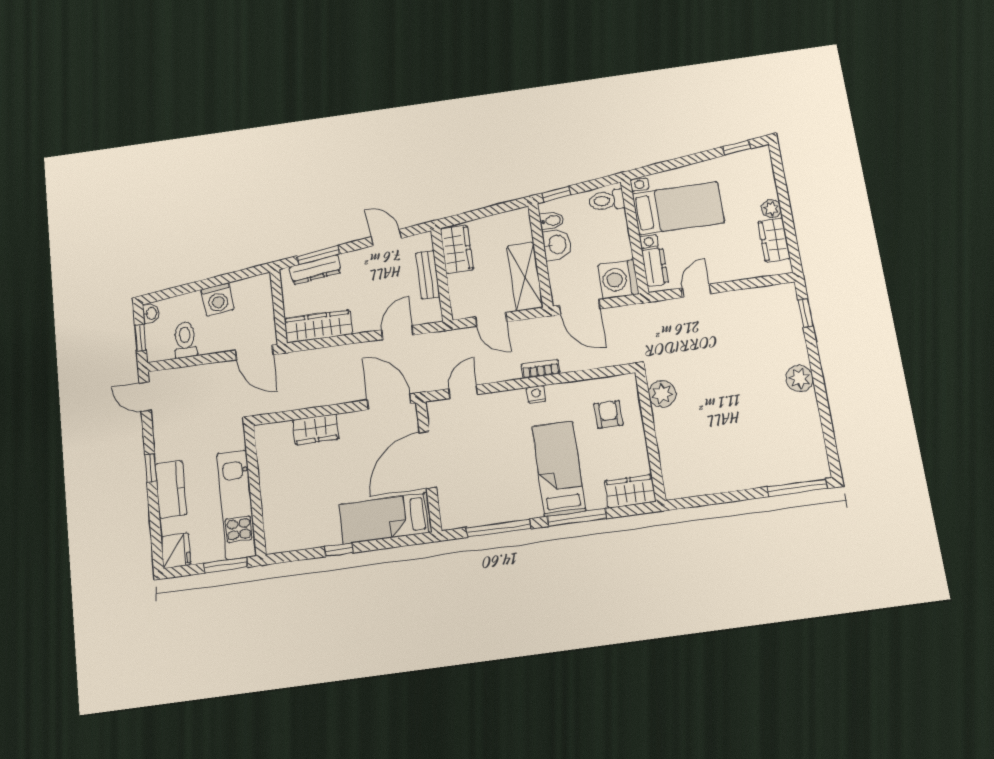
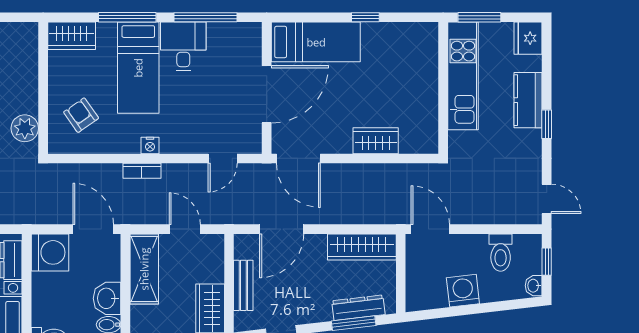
door: (397, 332) -> (282, 229), width x1.38
armchair: (608, 414) -> (81, 115), turned 145
desk: (517, 496) -> (183, 46), added

